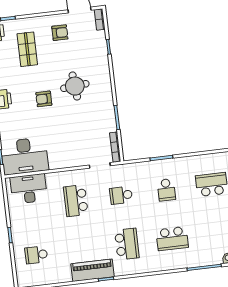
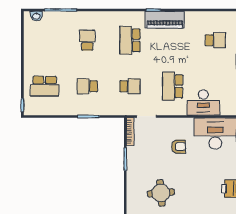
armchair: (44, 99) -> (179, 147), moved
desk: (29, 189) -> (203, 102), moved
school desk: (166, 190) -> (87, 86), turned -90
school desk: (76, 201) -> (173, 86), turned 180
school desk: (172, 239) -> (87, 40), width x0.54

